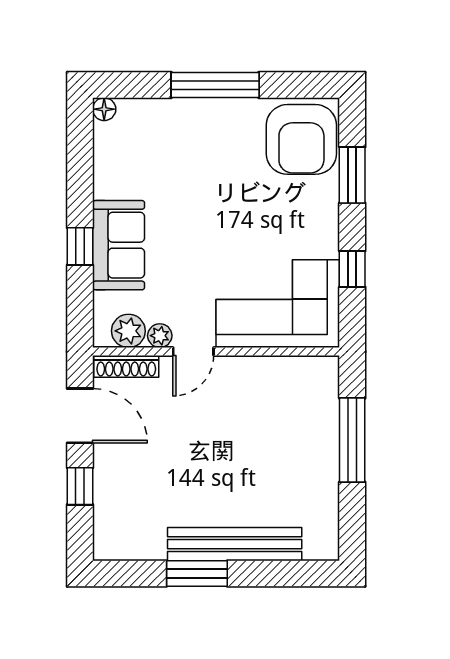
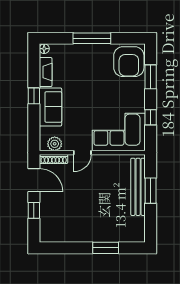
fireplace: (107, 164) -> (46, 72), added
window: (80, 246) -> (34, 96), moved
plant: (160, 336) -> (68, 146), removed
window: (352, 440) -> (151, 191), width x0.69
bench: (235, 544) -> (138, 187), moved, turned 90
window: (197, 574) -> (106, 248), moved

